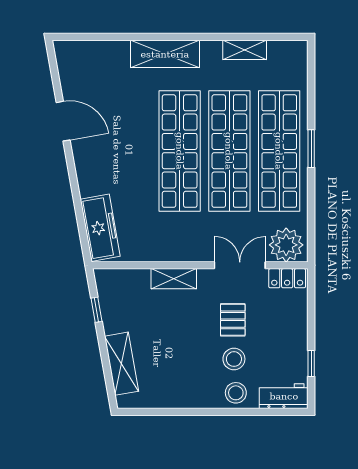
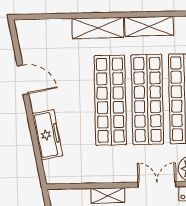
shelving: (245, 50) -> (149, 26), width x1.50, depth x1.33
freezer: (100, 228) -> (47, 135), moved

